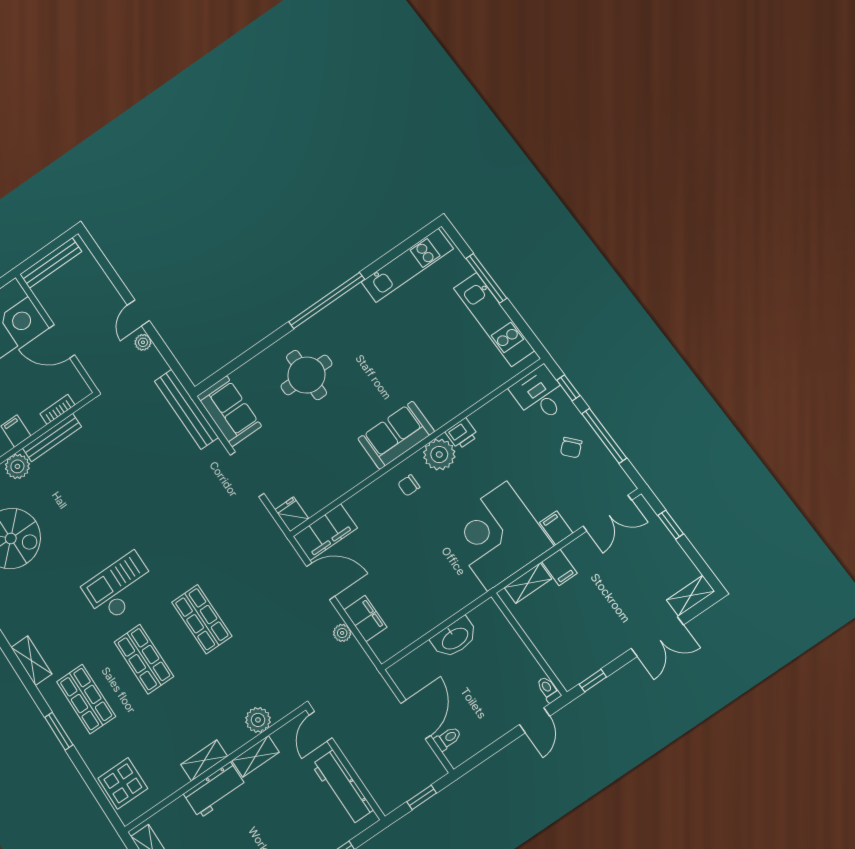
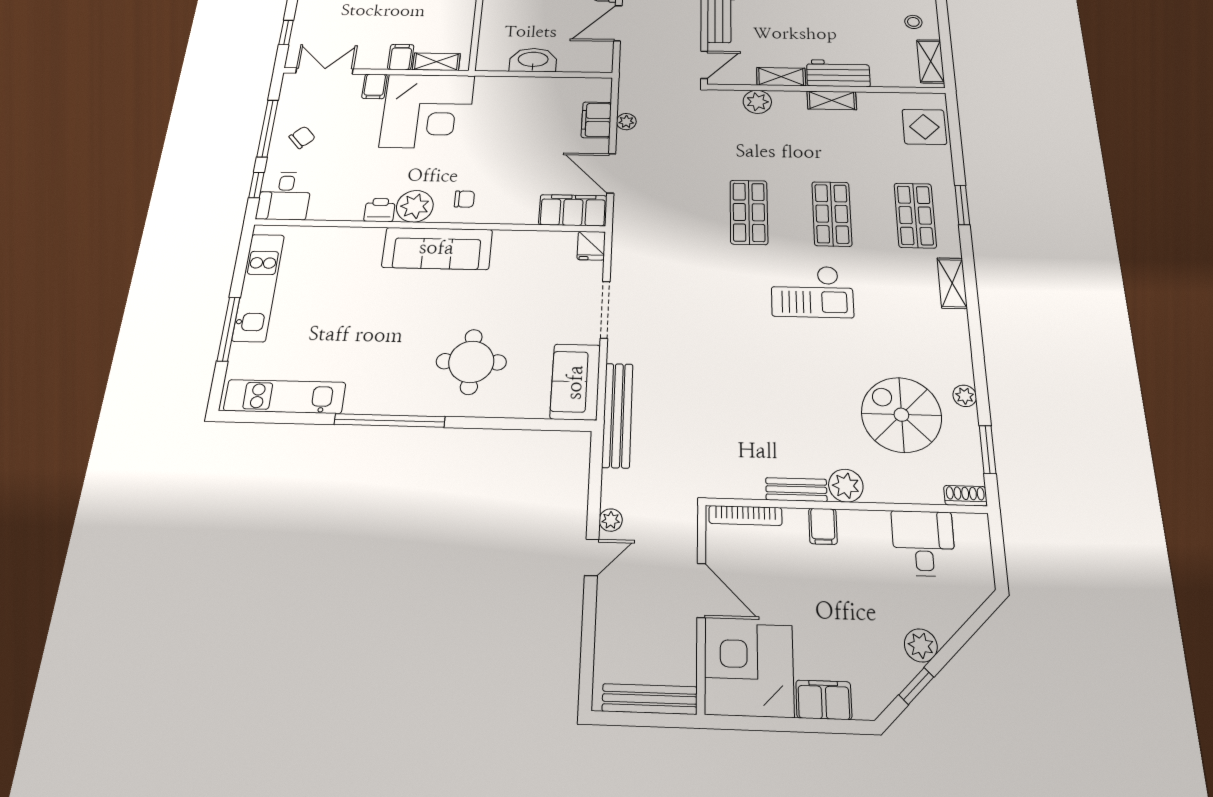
bookcase: (57, 409) -> (745, 515), width x1.56
sofa: (396, 435) -> (437, 248), width x1.36
bench: (52, 438) -> (796, 490), width x0.73

